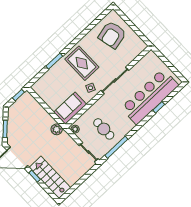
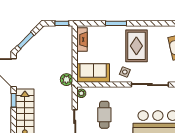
fireplace: (42, 93) -> (82, 40), added

